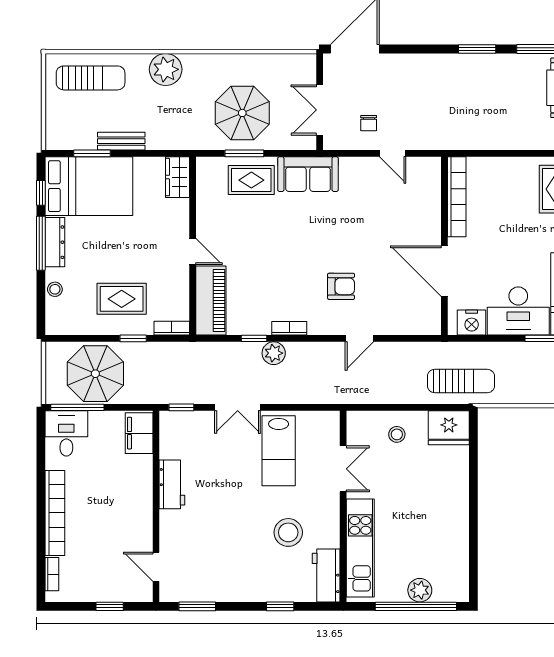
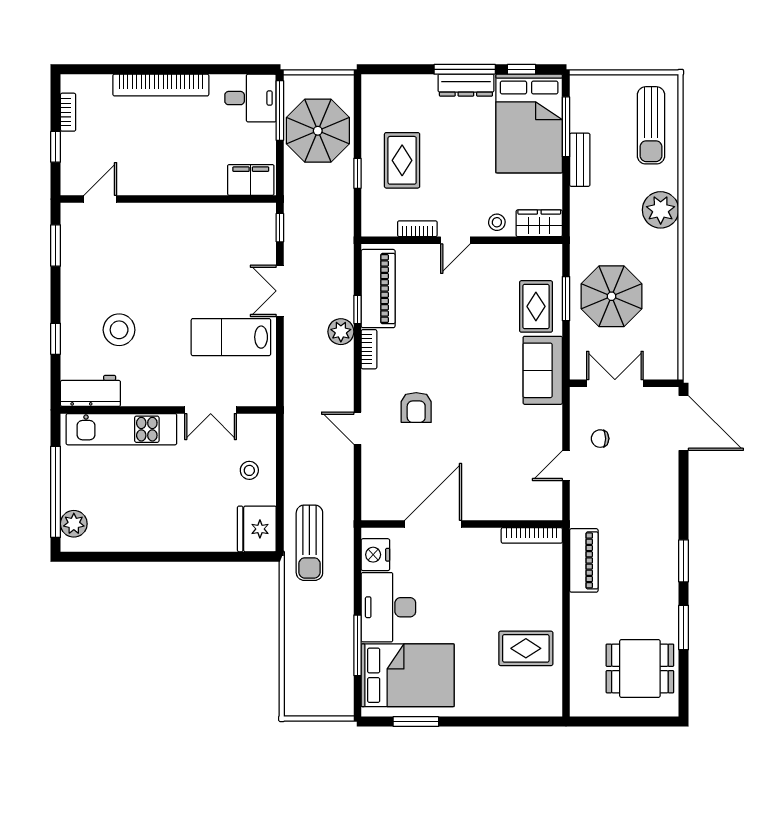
piano: (477, 138) -> (584, 560), added
window: (92, 153) -> (566, 127), width x1.44
bookcase: (457, 197) -> (532, 535), width x0.68, depth x0.76
stool: (55, 289) -> (497, 222), moved
piano: (211, 301) -> (378, 289), moved, turned -90
bookcase: (172, 328) -> (417, 229), moved, turned -90
workbench: (172, 484) -> (193, 217), removed
stool: (288, 532) -> (119, 330), moved
bookcase: (52, 574) -> (68, 112), moved, turned -90
plant: (420, 590) -> (74, 524), moved

